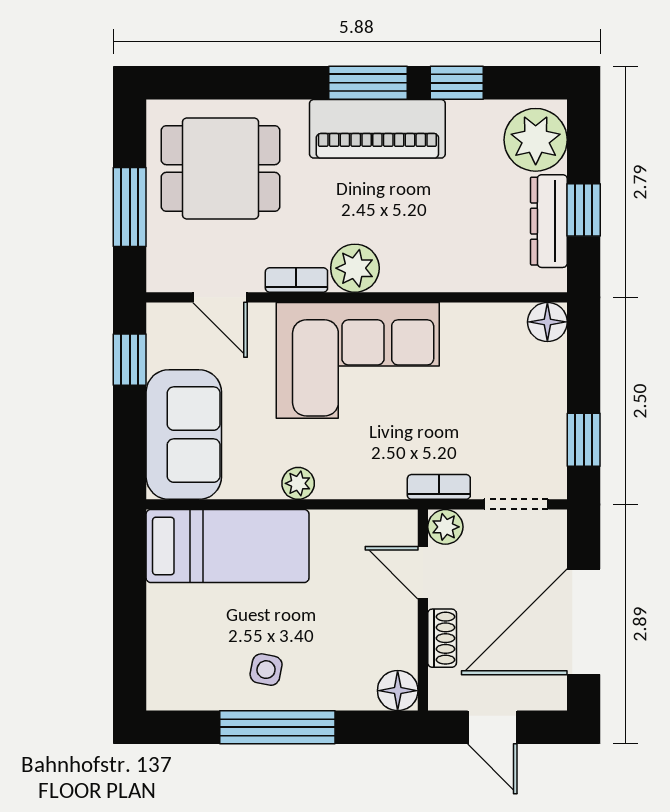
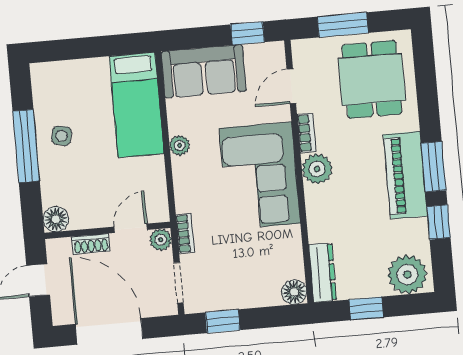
dresser: (549, 221) -> (323, 273), moved, turned 90

